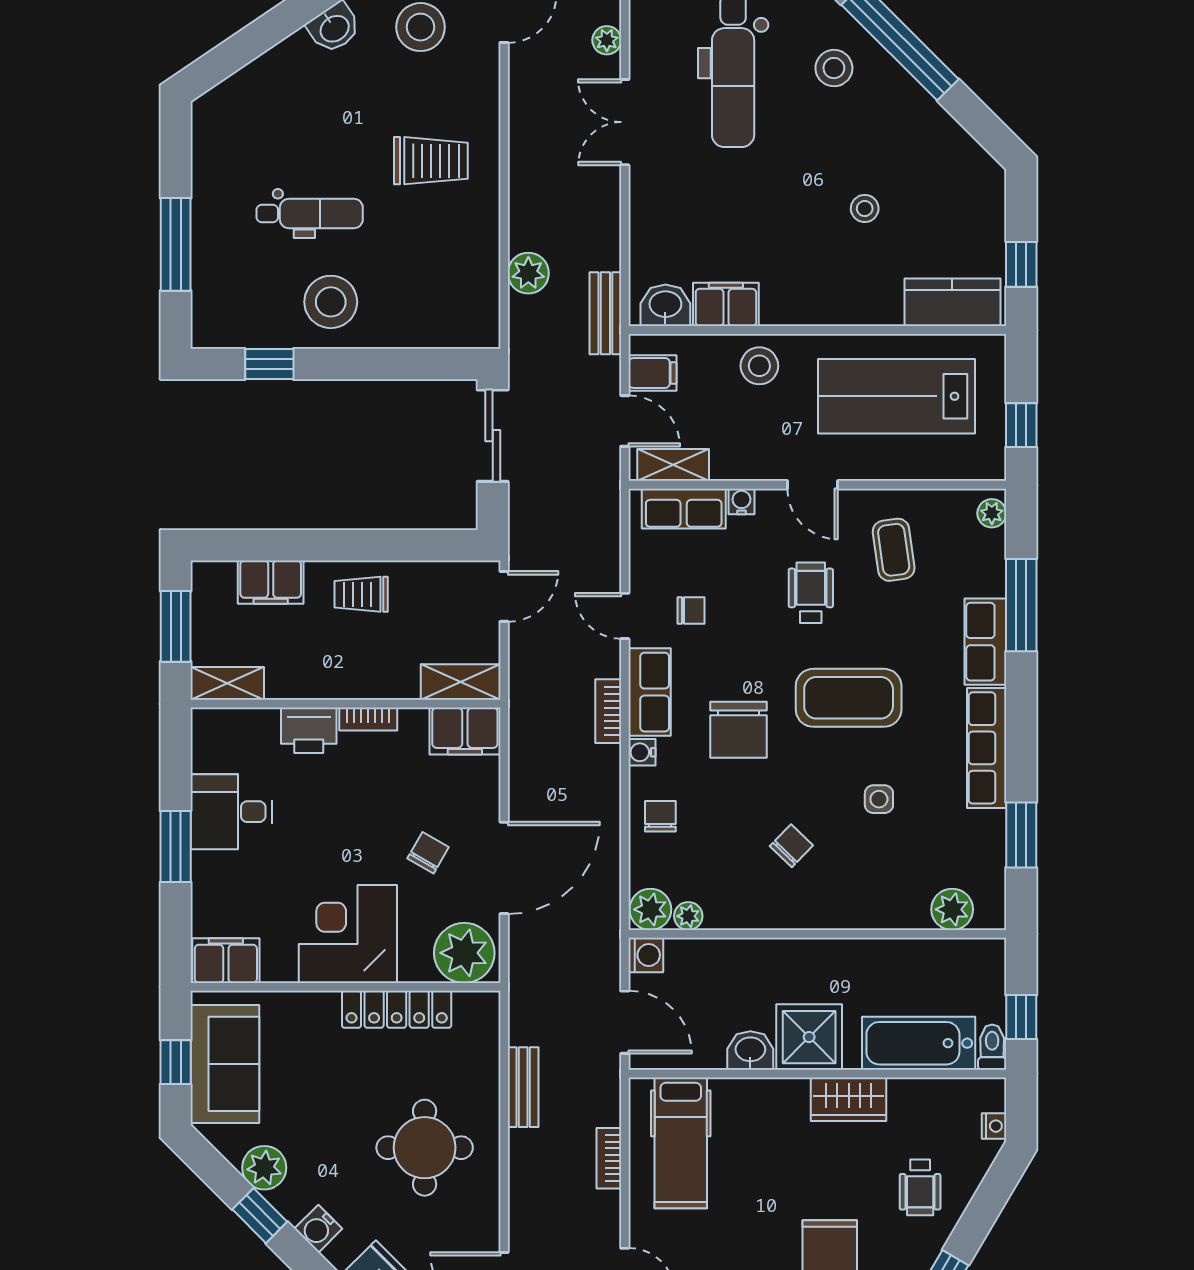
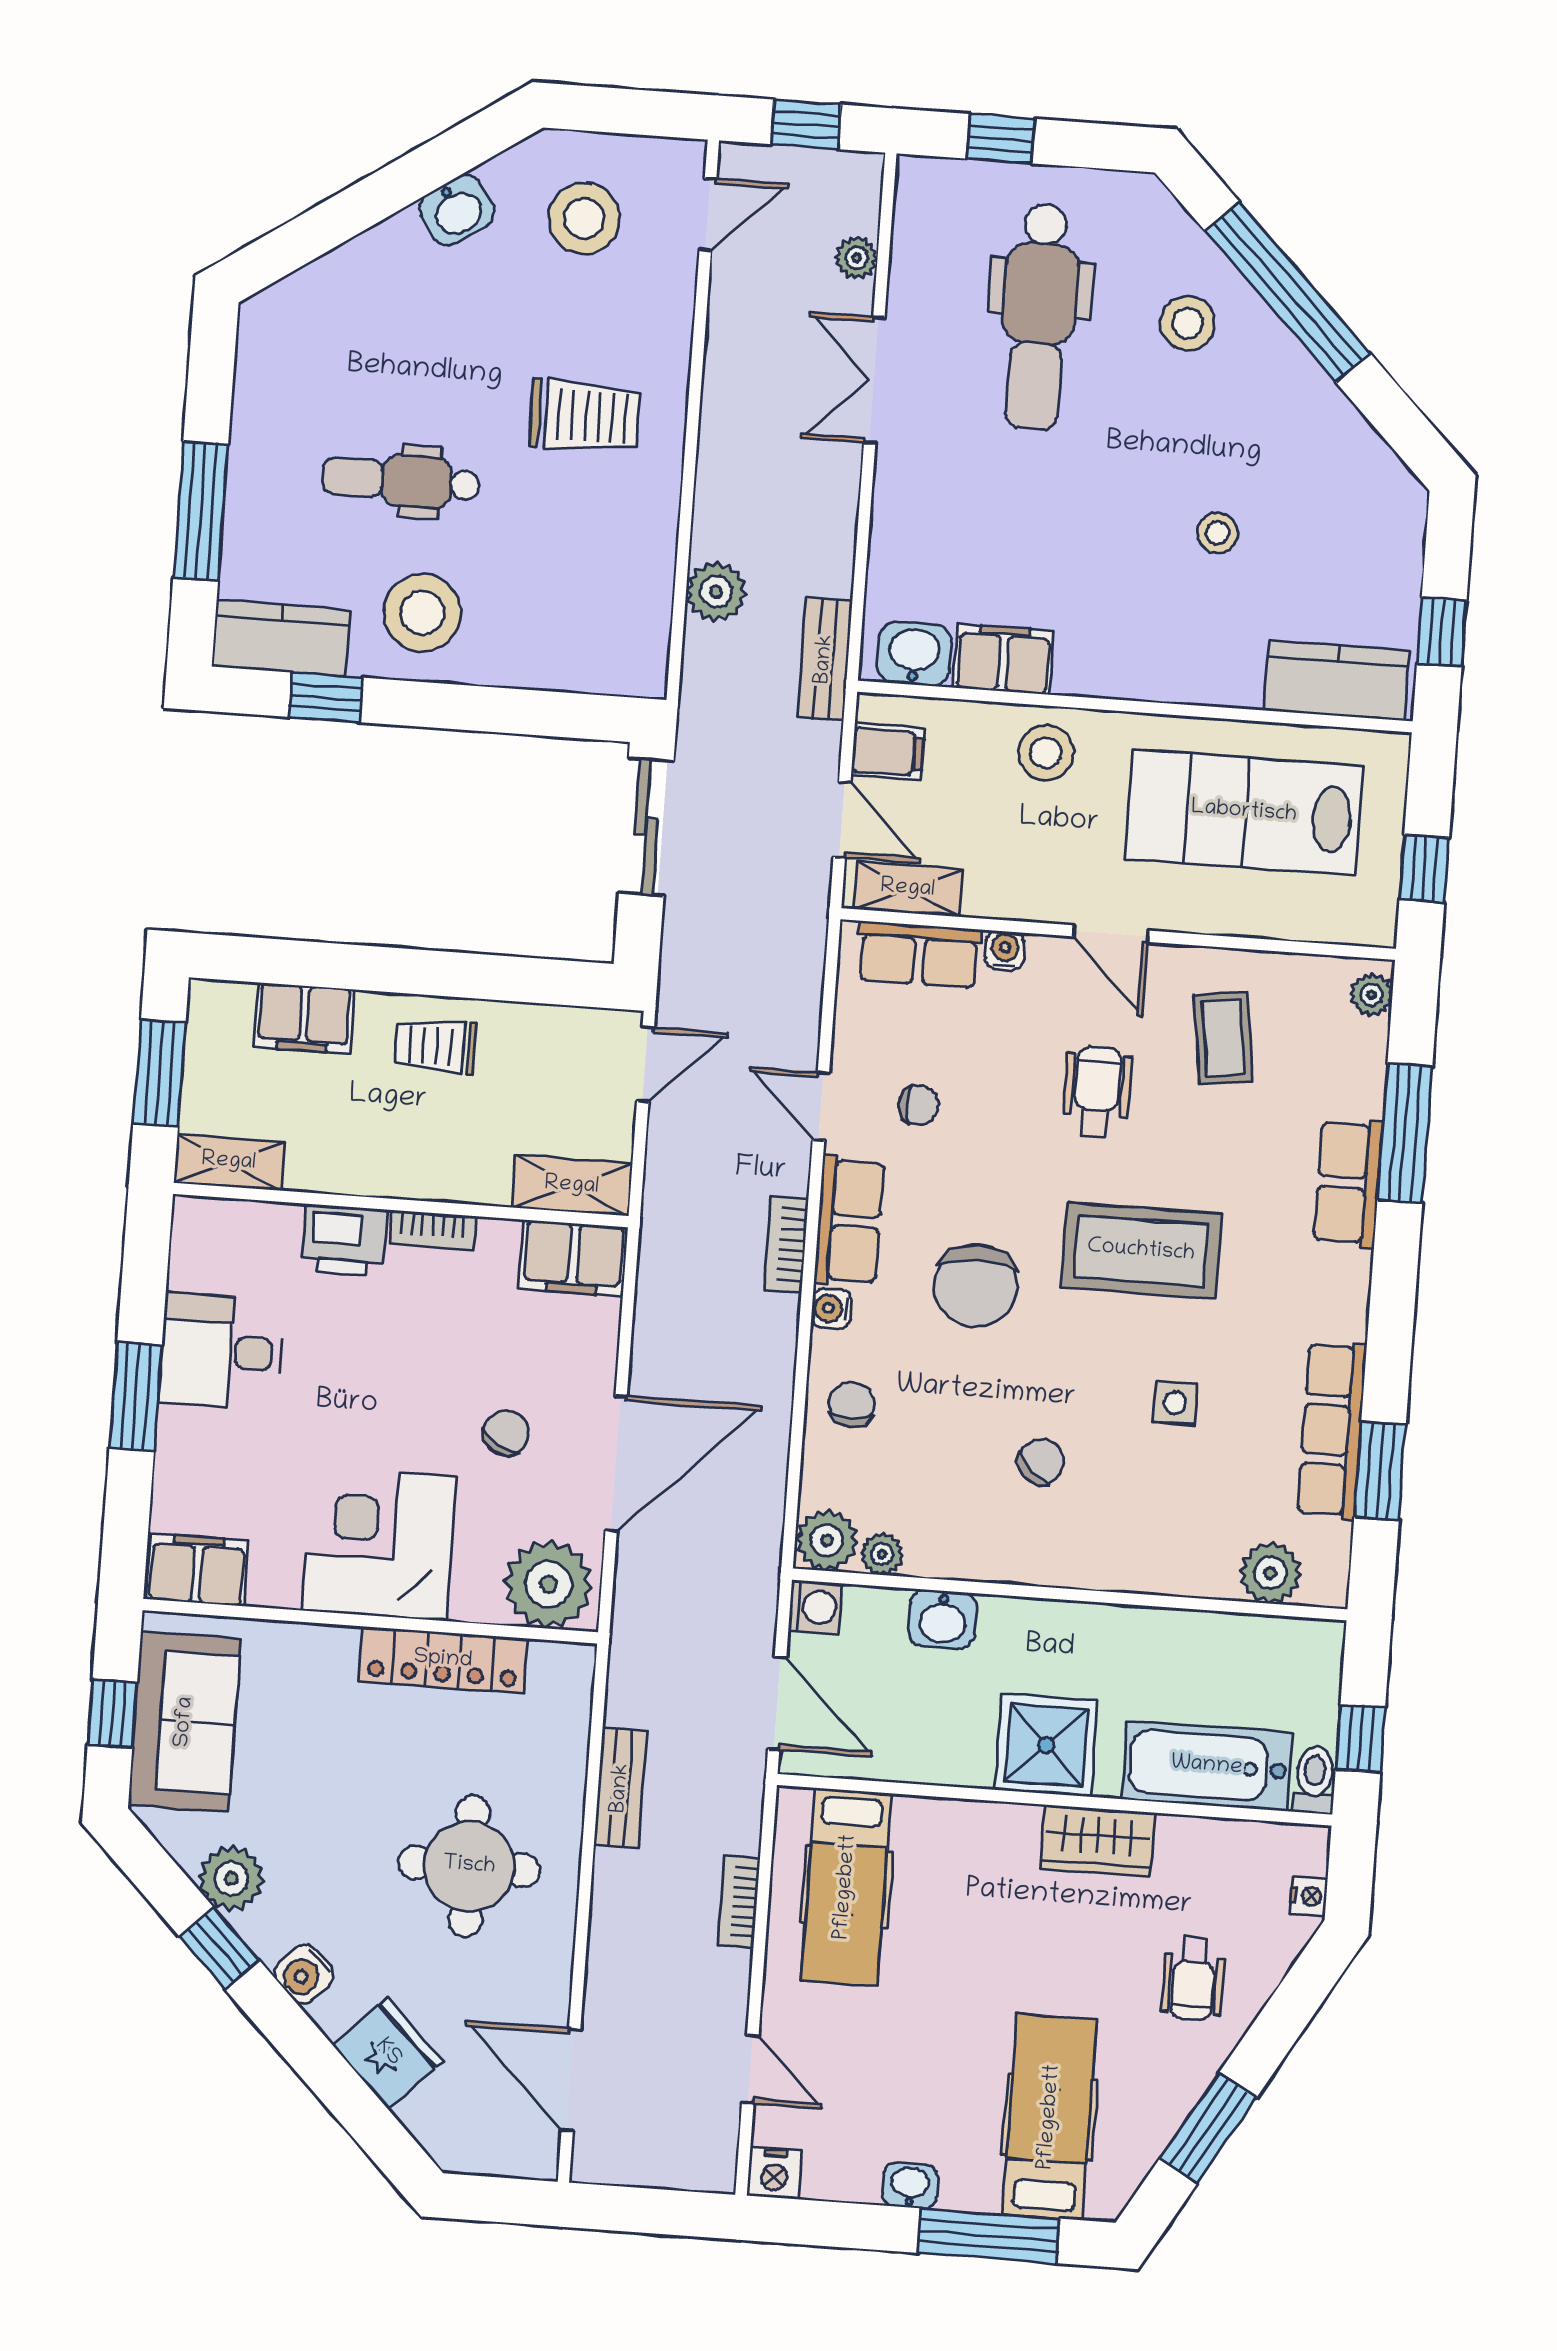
dental chair: (310, 214) -> (401, 480), turned 180
kitchen counter: (236, 326) -> (281, 638), added
row of seats: (987, 748) -> (1332, 1430), moved
washbasin: (750, 1050) -> (943, 1619), moved, turned 180

